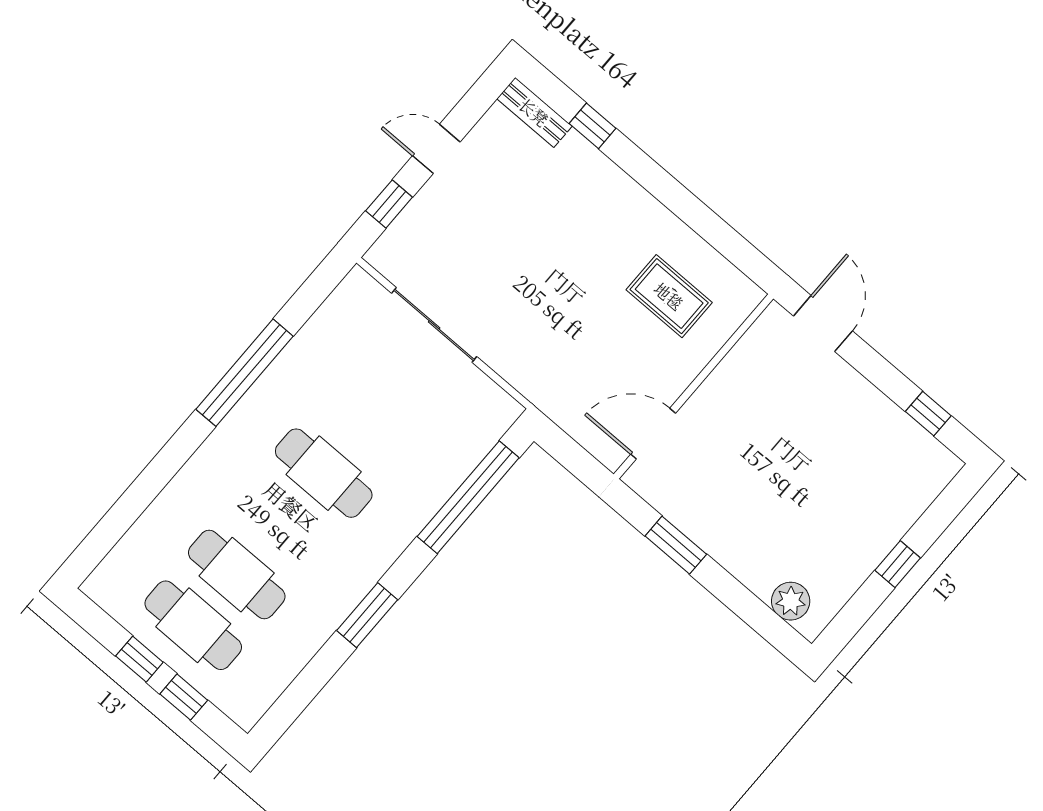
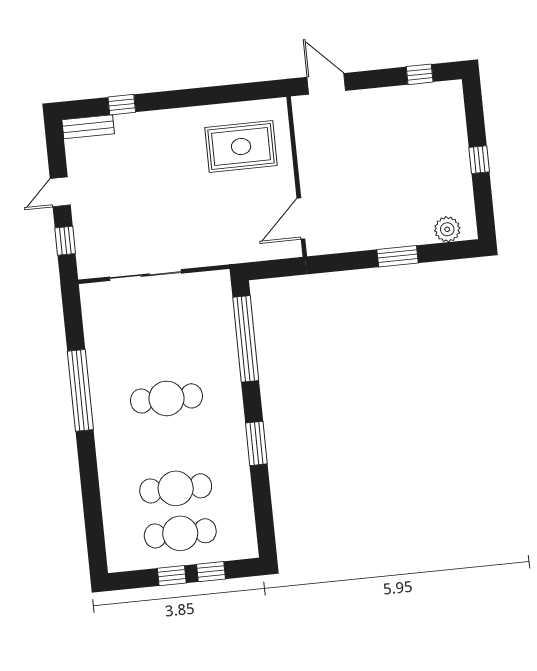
rug: (669, 296) -> (241, 146), width x1.36, depth x1.43
window: (676, 545) -> (398, 256), moved

